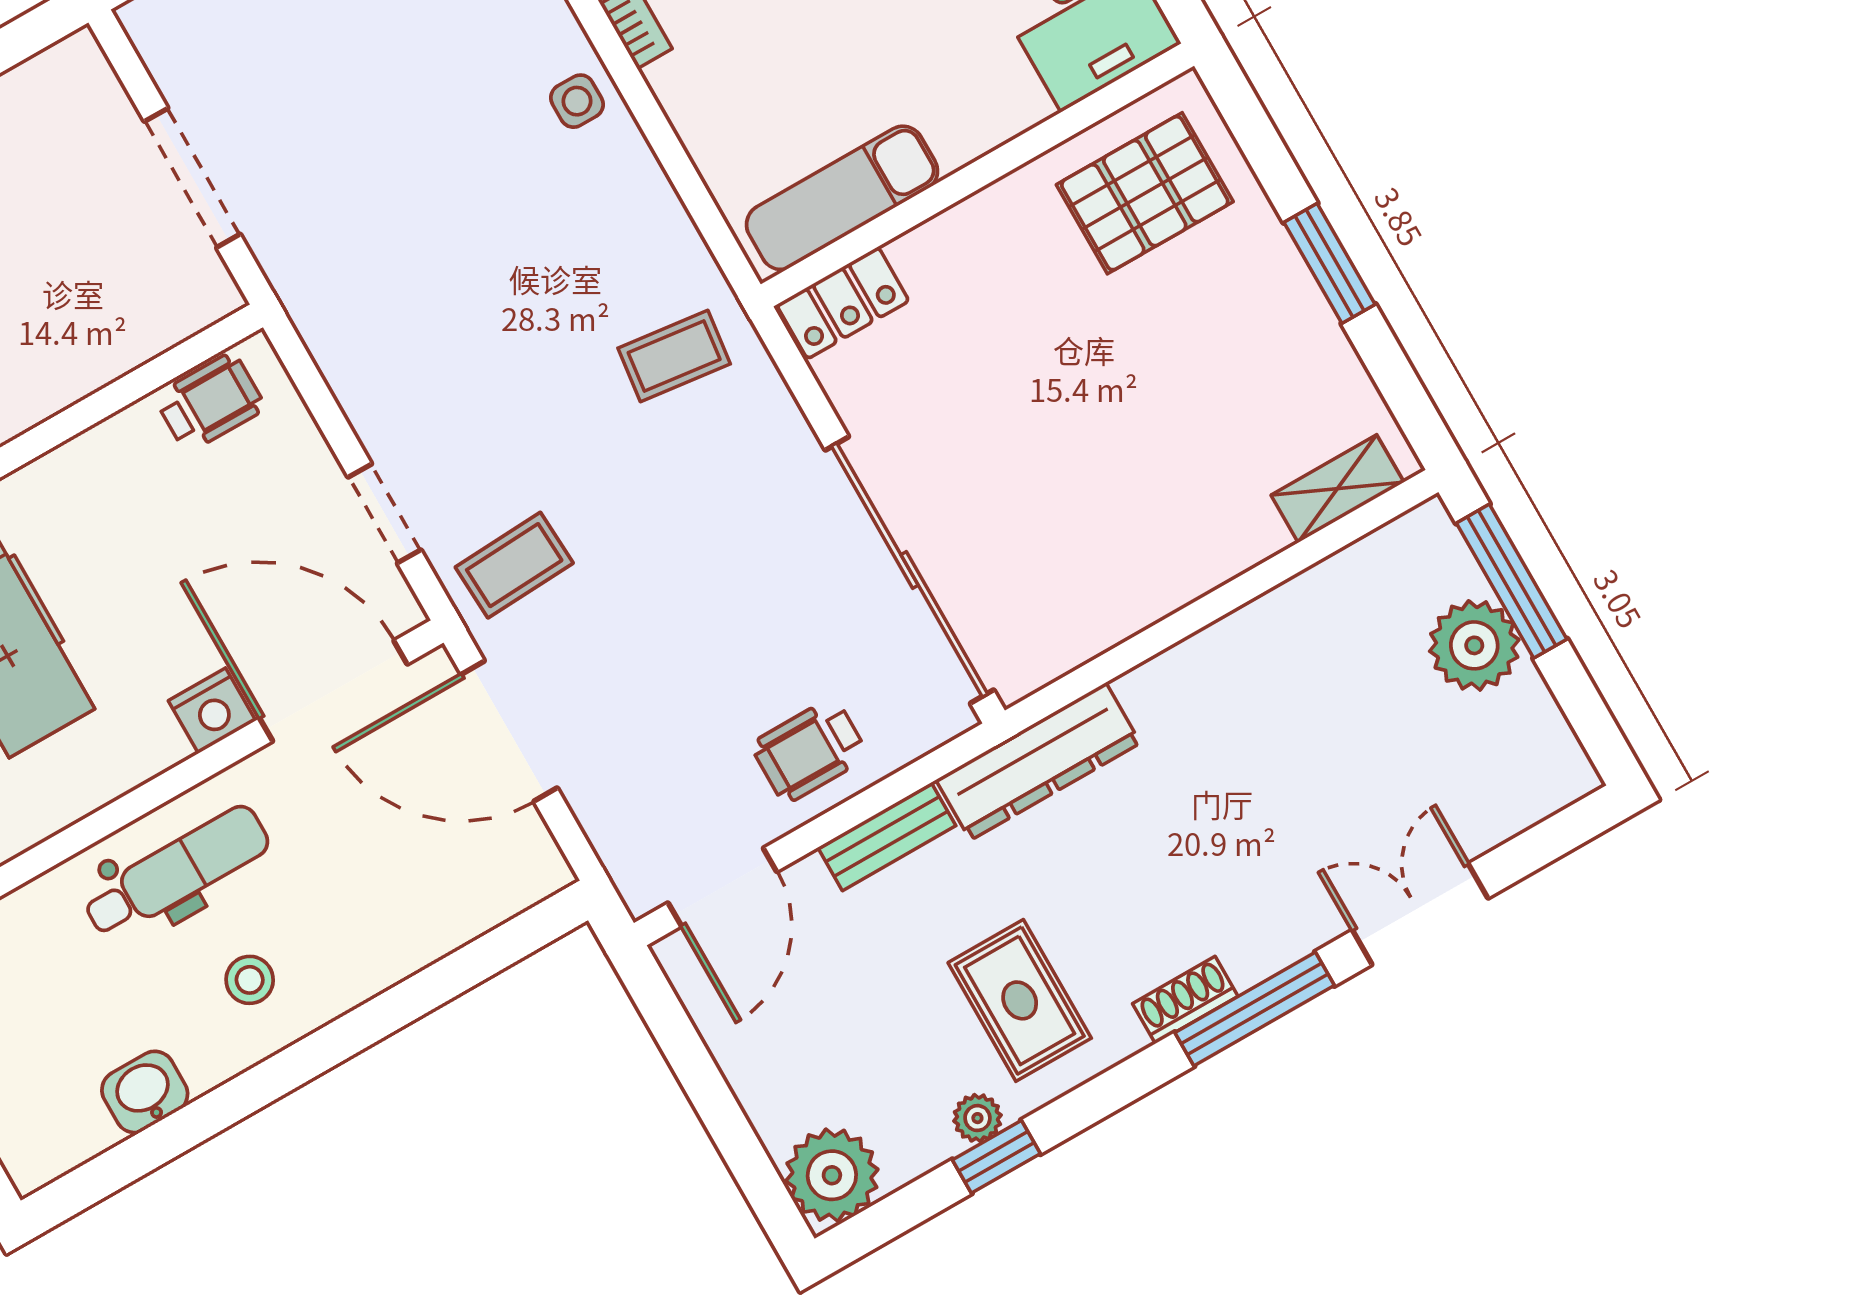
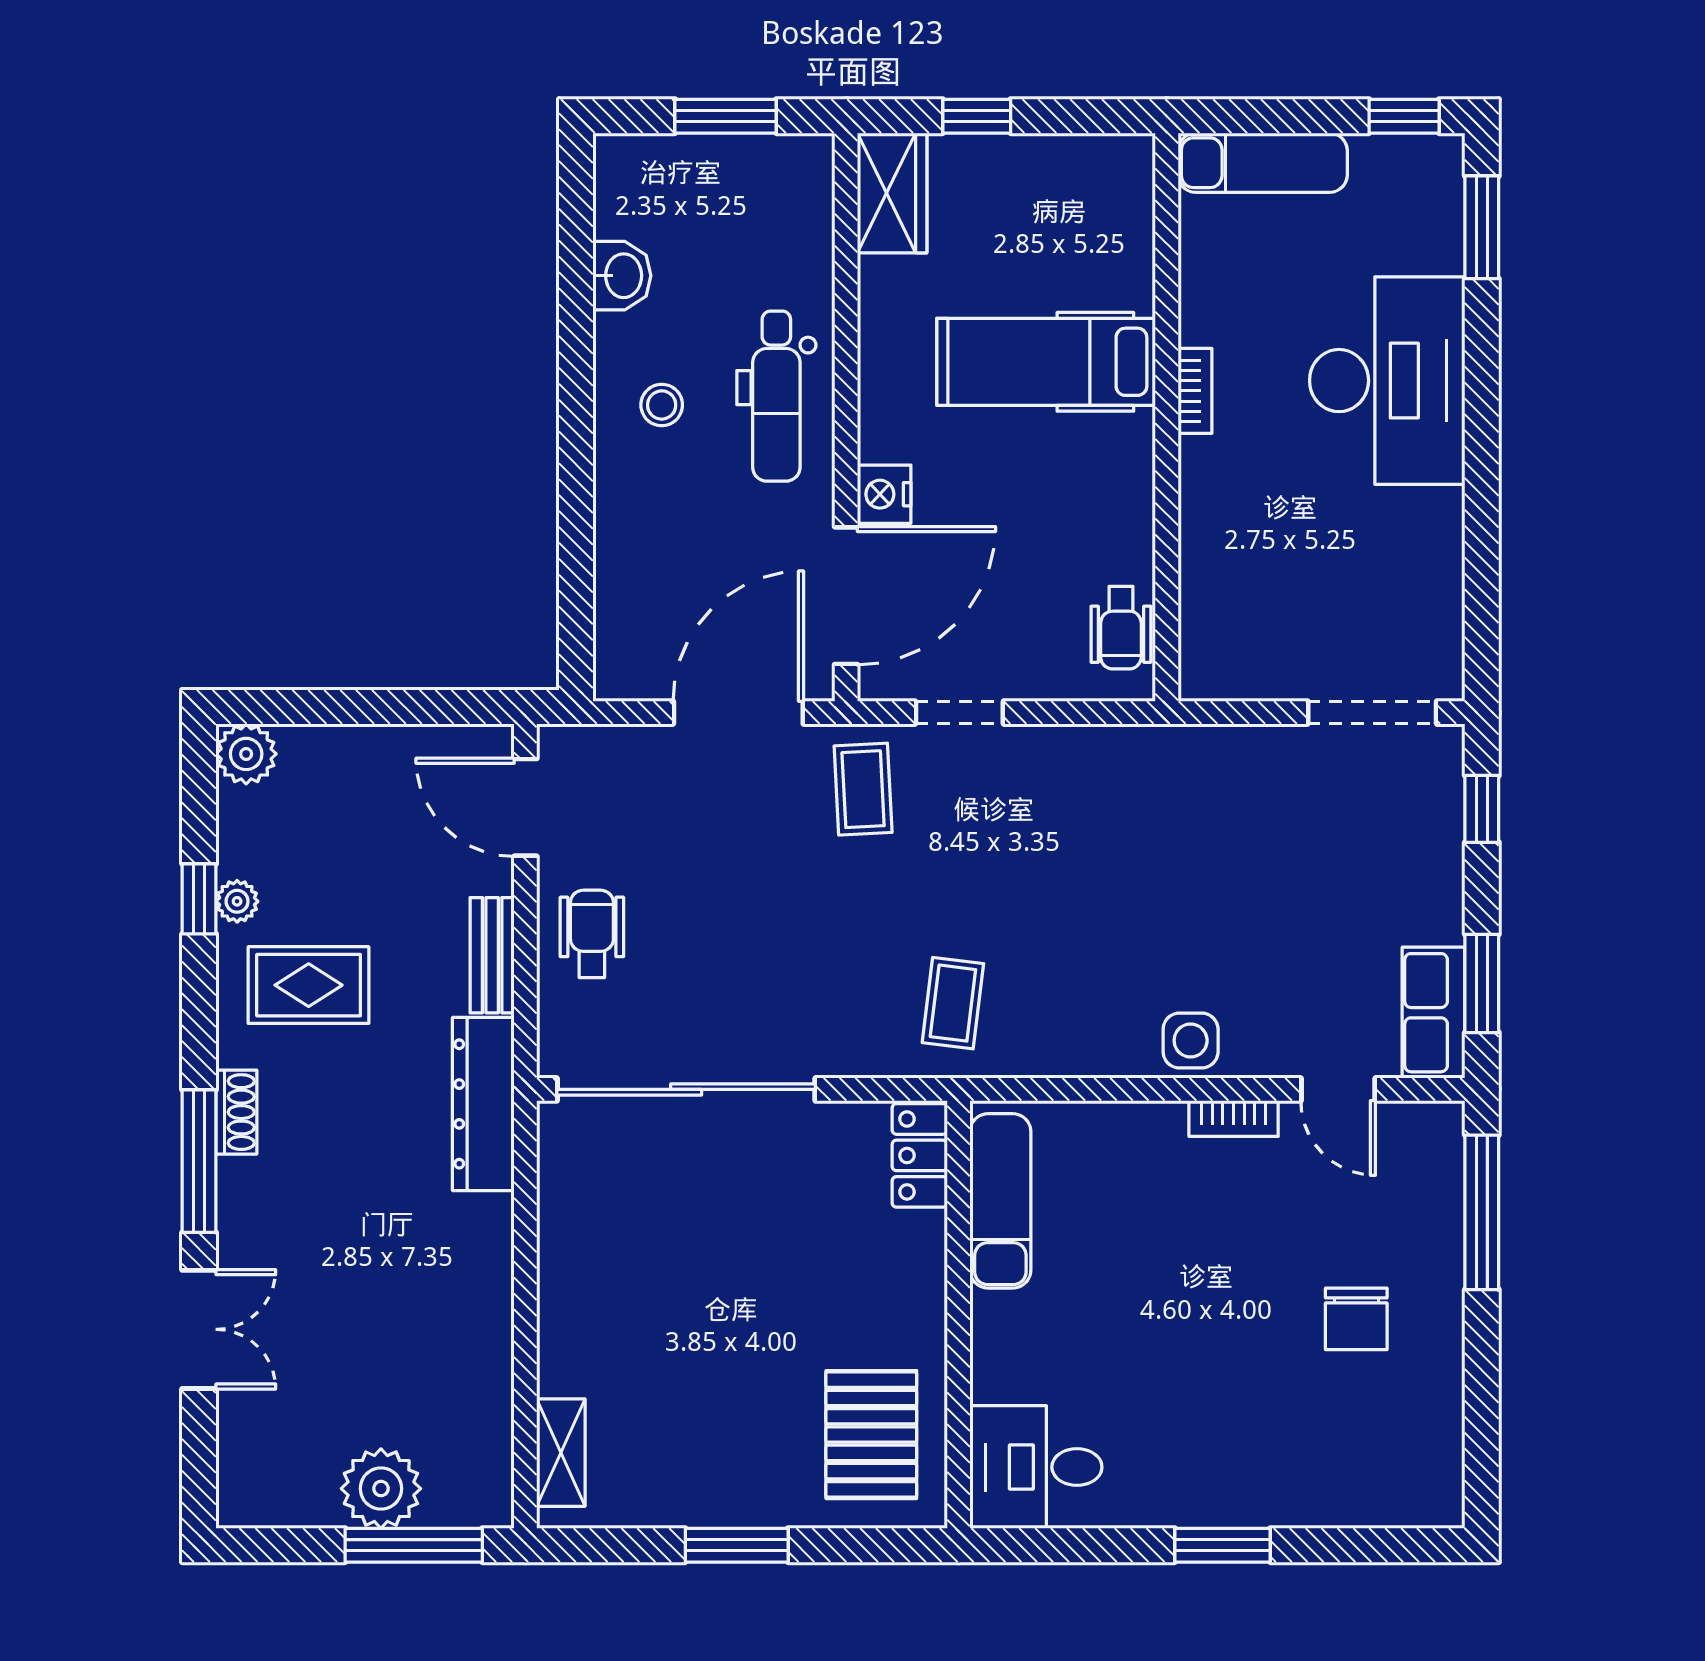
side table: (577, 101) -> (1191, 1040), width x1.37, depth x1.37
doorway: (192, 178) -> (1372, 713), moved
plant: (832, 1175) -> (246, 754), width x0.73, depth x0.73

